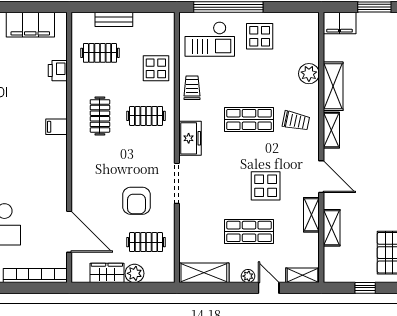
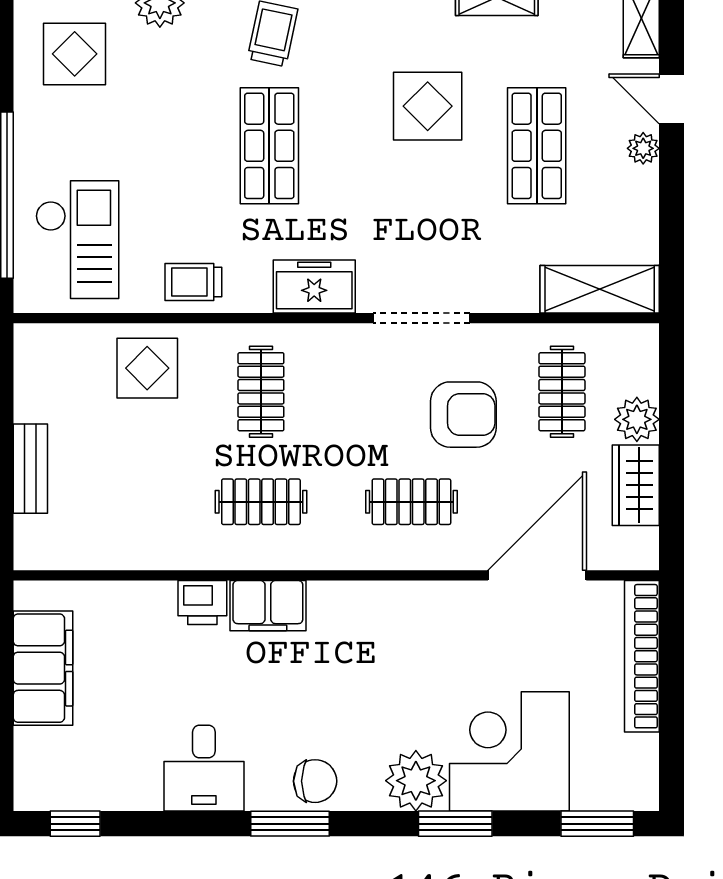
display table: (260, 36) -> (75, 54), moved
clothes rail: (100, 53) -> (411, 502), moved, turned 90
printer: (58, 71) -> (202, 603), moved
filing cabinet: (56, 127) -> (268, 606), width x2.00
shelving: (204, 273) -> (600, 289), moved, turned 90
door: (269, 288) -> (672, 99), hinge flipped

